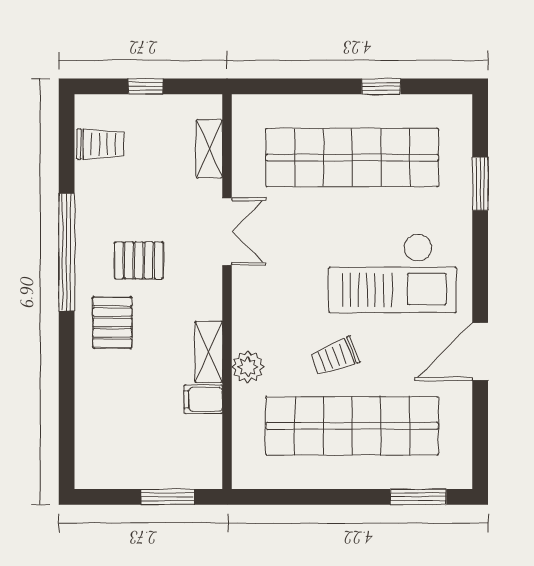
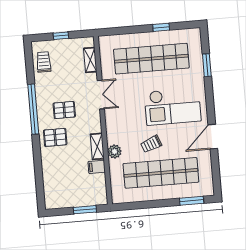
trolley: (100, 144) -> (44, 62), turned -90
pallet: (112, 322) -> (55, 137), turned 90

